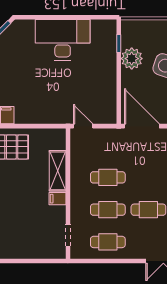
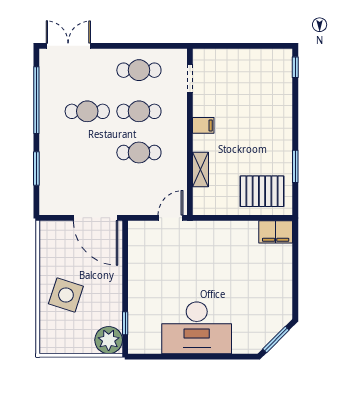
plant: (132, 59) -> (109, 340), moved
door: (83, 126) -> (171, 218), swing flipped
shelving: (58, 171) -> (200, 170), width x0.67, depth x0.75

